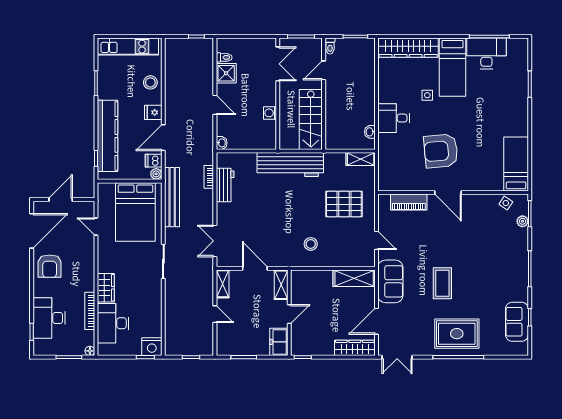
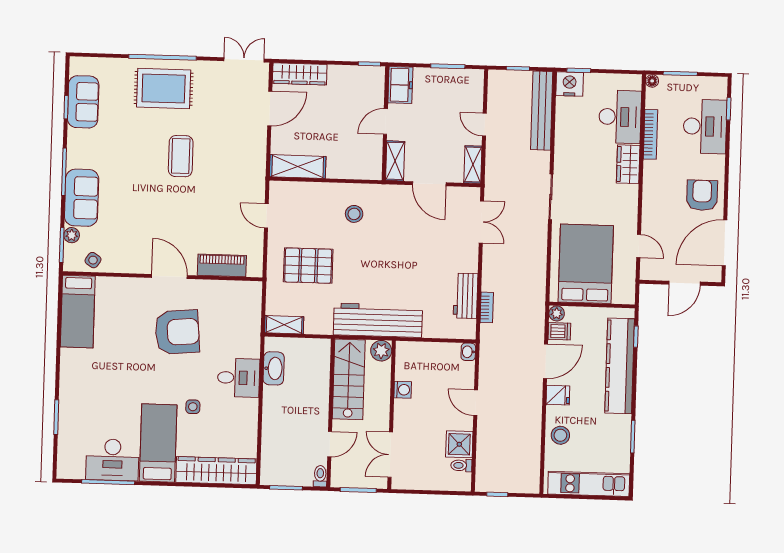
washbasin: (370, 132) -> (274, 368), width x1.91, depth x1.45
plant: (287, 142) -> (381, 351), added
bench: (172, 197) -> (542, 111), moved
sofa: (390, 281) -> (82, 198), moved, turned 180

